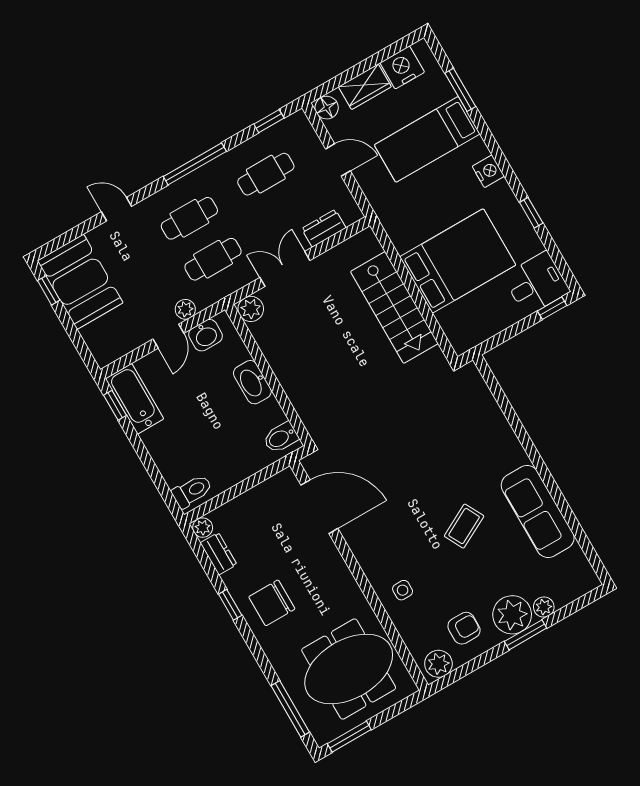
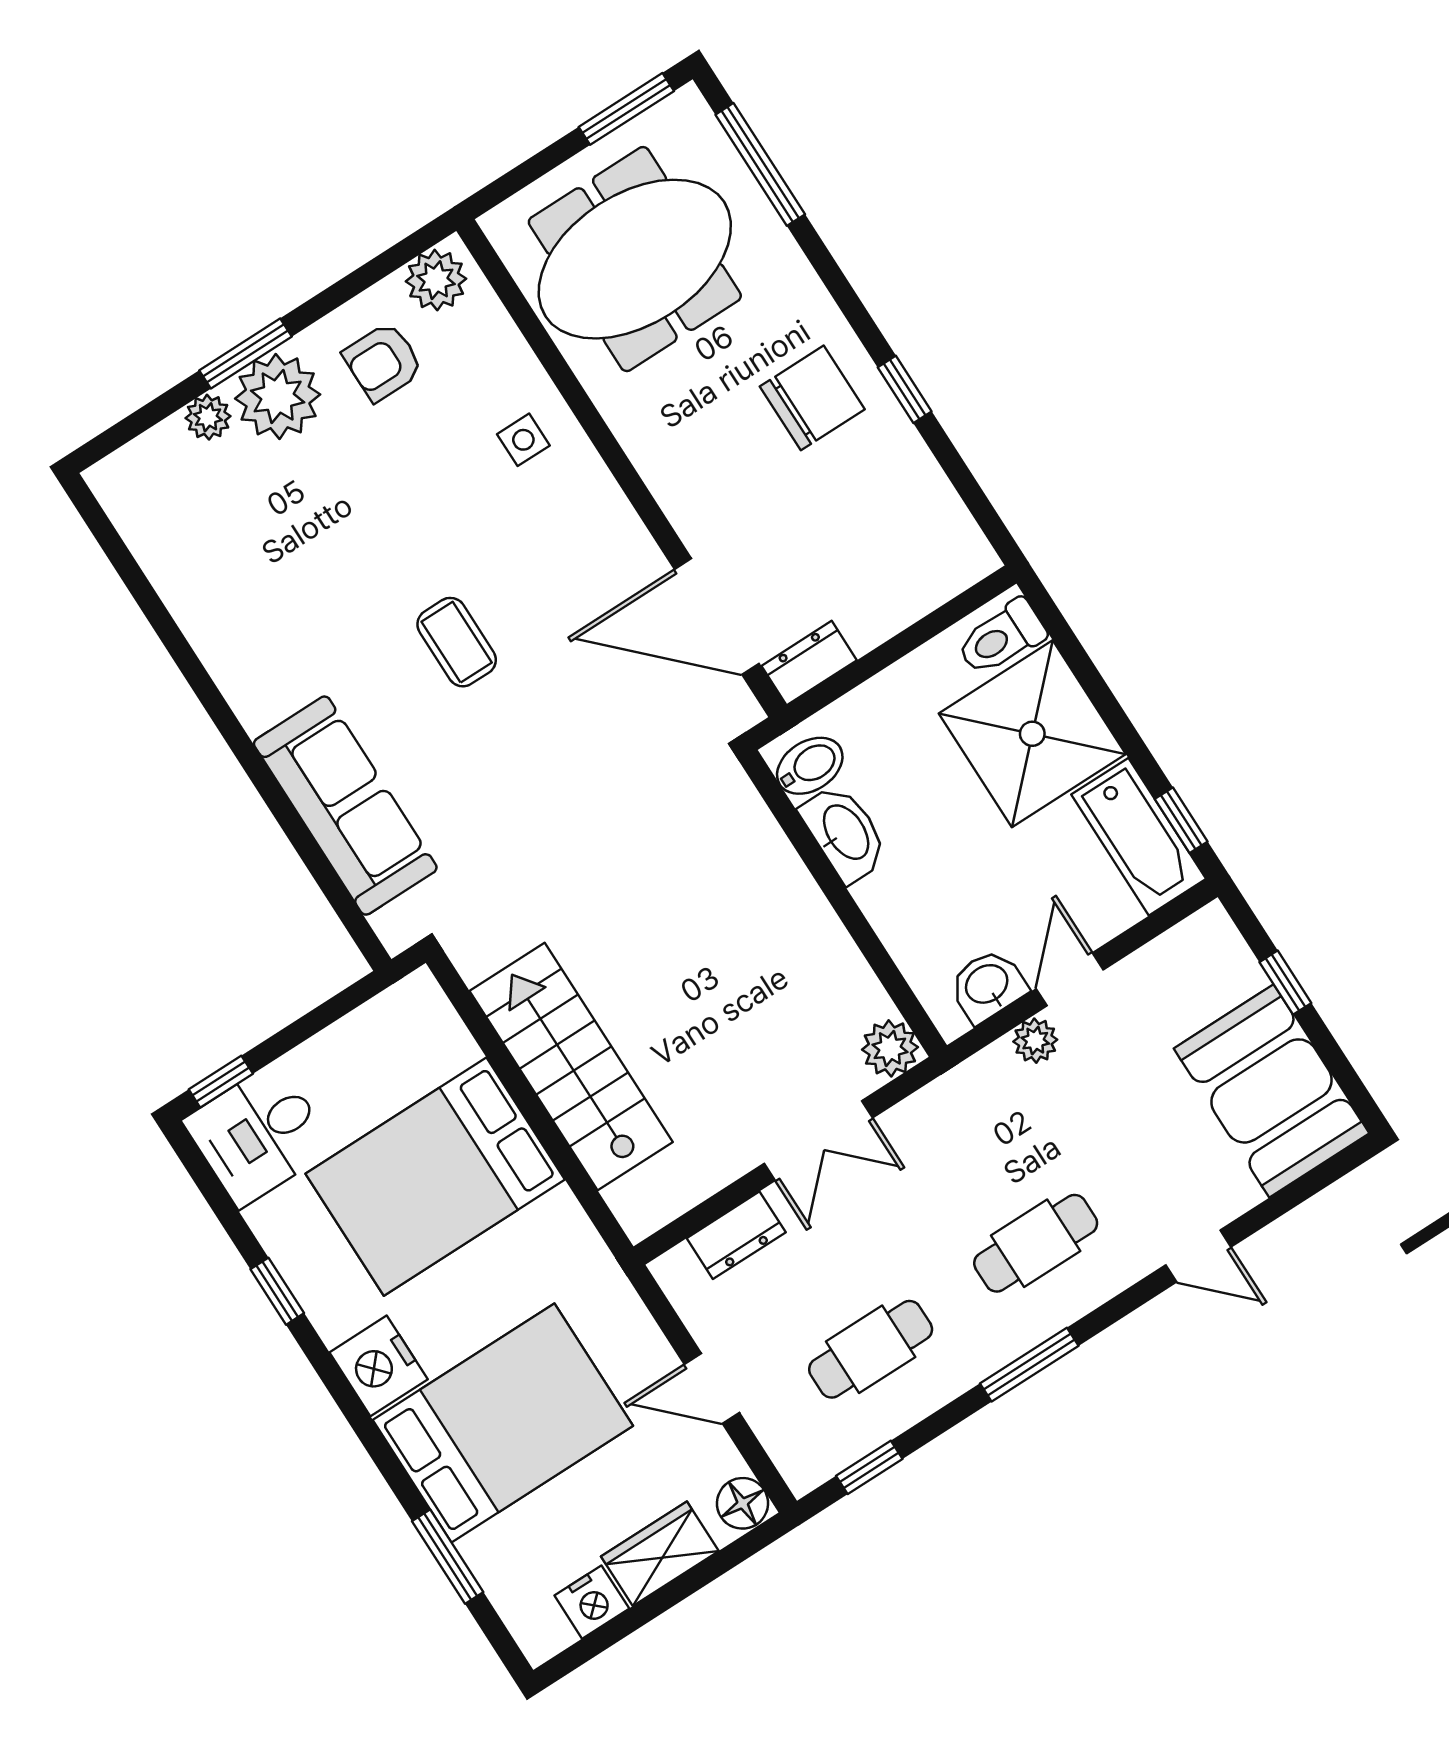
nightstand: (402, 67) -> (592, 1602), width x0.74, depth x0.75
bed: (427, 139) -> (503, 1423), width x1.50
window: (195, 164) -> (1029, 1365), width x0.69
nightstand: (488, 171) -> (379, 1366), width x1.36, depth x1.33
cafe table: (213, 259) -> (979, 1155), removed
window: (49, 290) -> (1285, 983), moved
washbasin: (252, 382) -> (845, 833), moved
shower: (180, 447) -> (1032, 734), added
sofa: (538, 512) -> (345, 806), moved
coffee table: (464, 526) -> (457, 642), moved, turned -62
plant: (203, 528) -> (974, 558), removed
dresser: (219, 554) -> (809, 663), moved, turned 90

